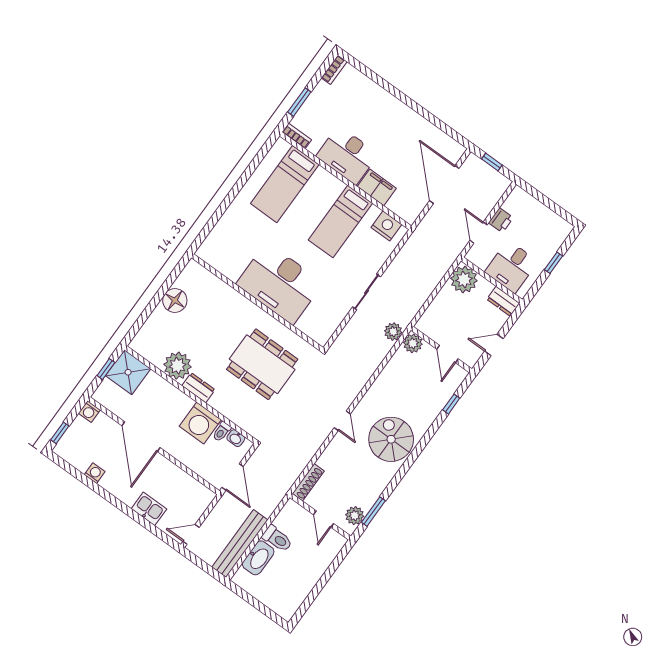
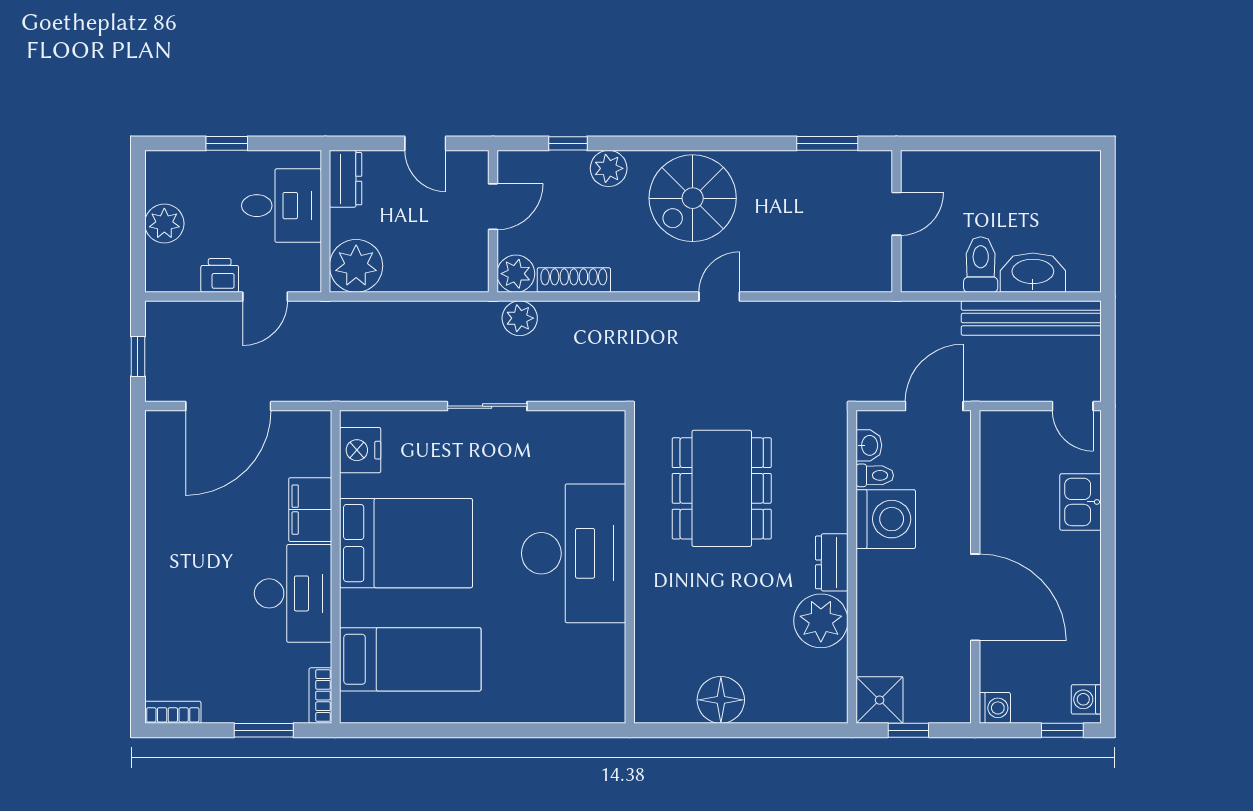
plant: (539, 213) -> (164, 224), added
bed: (340, 222) -> (406, 543), width x1.50
shower: (128, 372) -> (880, 700), width x0.73, depth x0.73
door: (141, 437) -> (975, 597), hinge flipped
washing machine: (95, 473) -> (1086, 699), moved
shoe rack: (308, 482) -> (574, 280), moved
plant: (355, 516) -> (609, 168), moved

